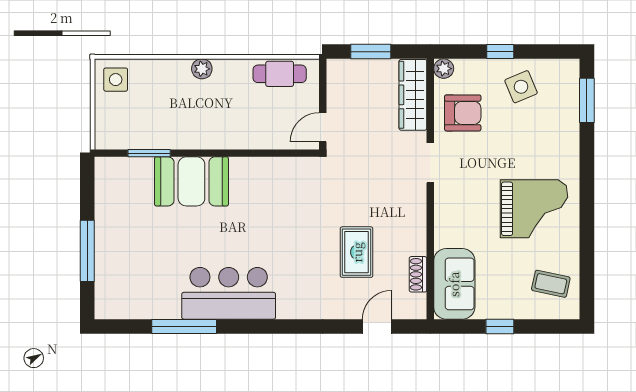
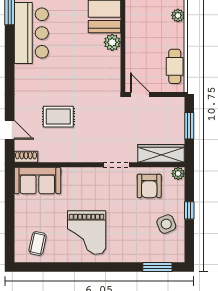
plant: (243, 170) -> (112, 42), added
shoe rack: (418, 274) -> (26, 157), moved
window: (500, 326) -> (10, 210), removed

